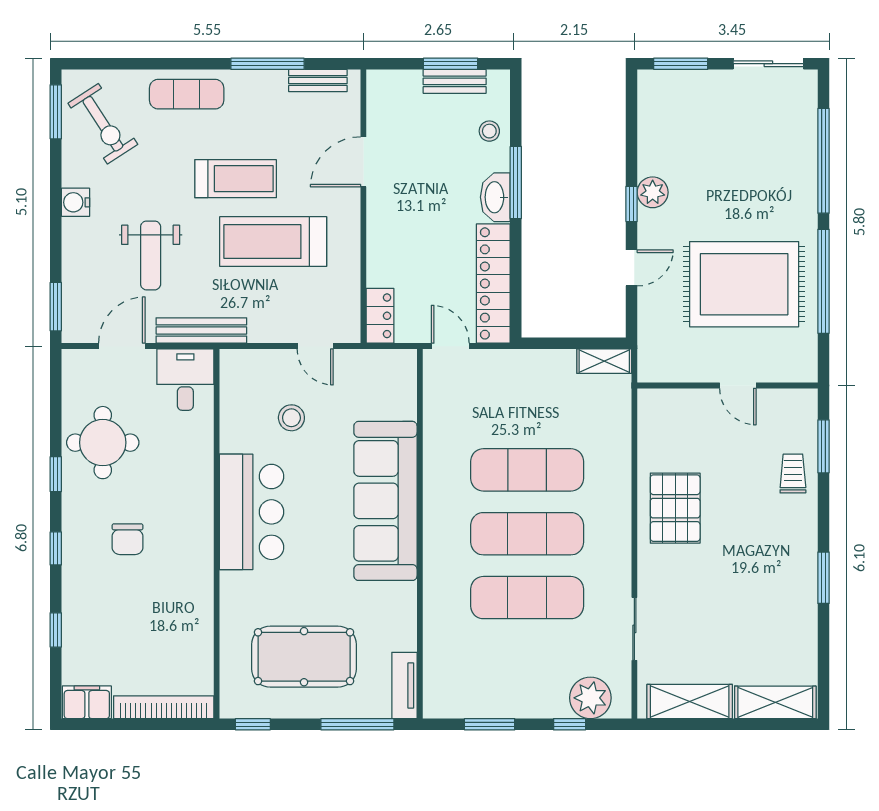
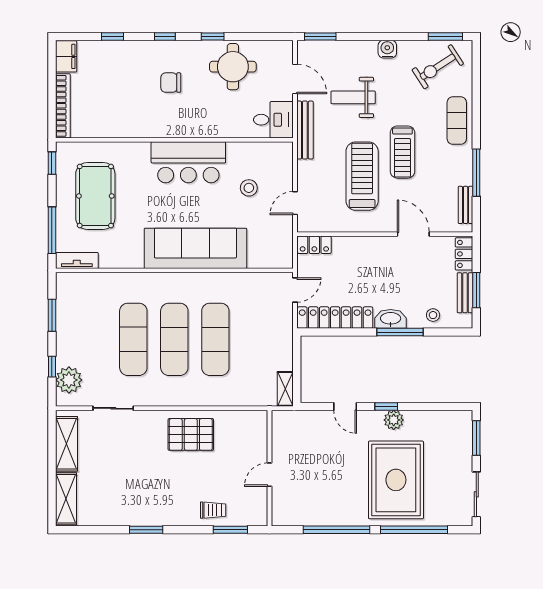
locker: (394, 83) -> (464, 254), added
rug: (744, 284) -> (396, 480), moved

